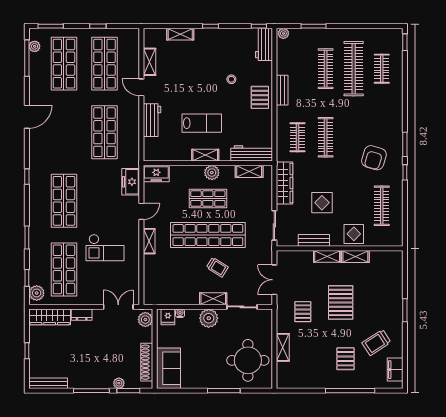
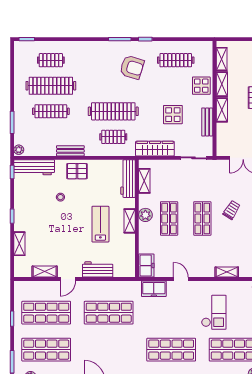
workbench: (264, 44) -> (34, 167), width x1.38
clothes rail: (326, 137) -> (113, 111), width x1.37, depth x1.31
shop shelf: (208, 235) -> (202, 218), width x0.50, depth x0.74
shelving: (149, 241) -> (227, 272), moved
shelving: (383, 256) -> (222, 59), added

